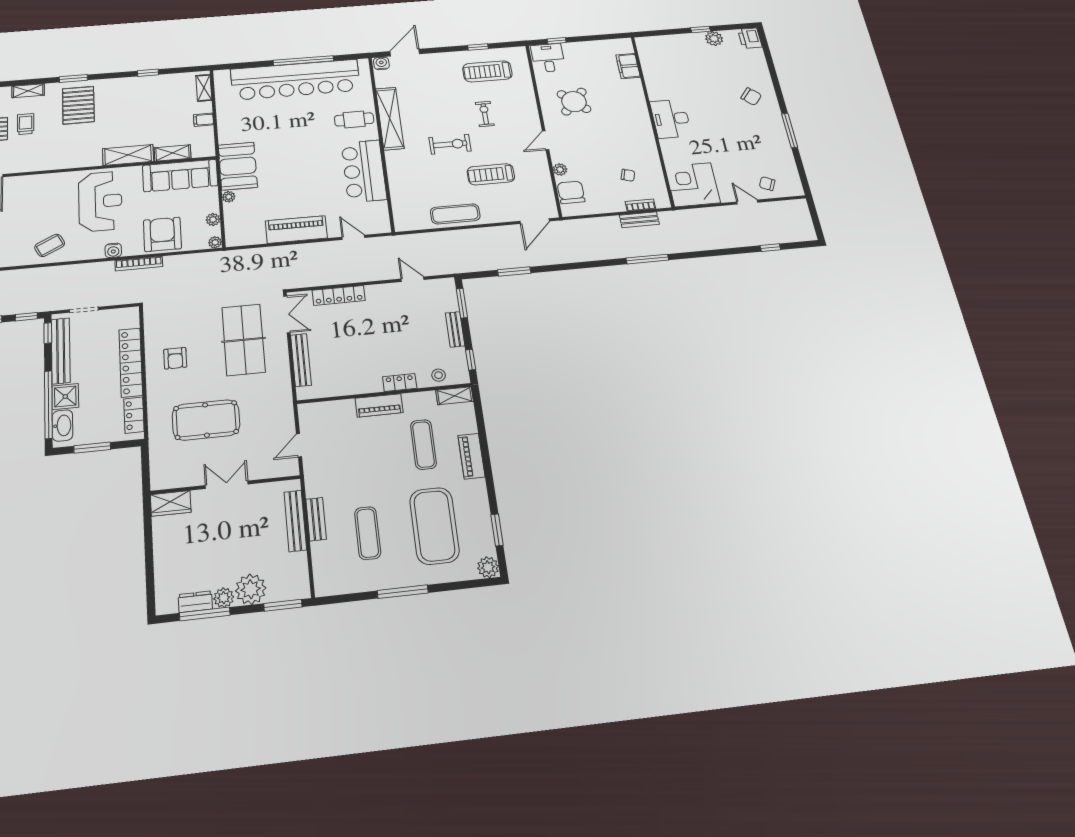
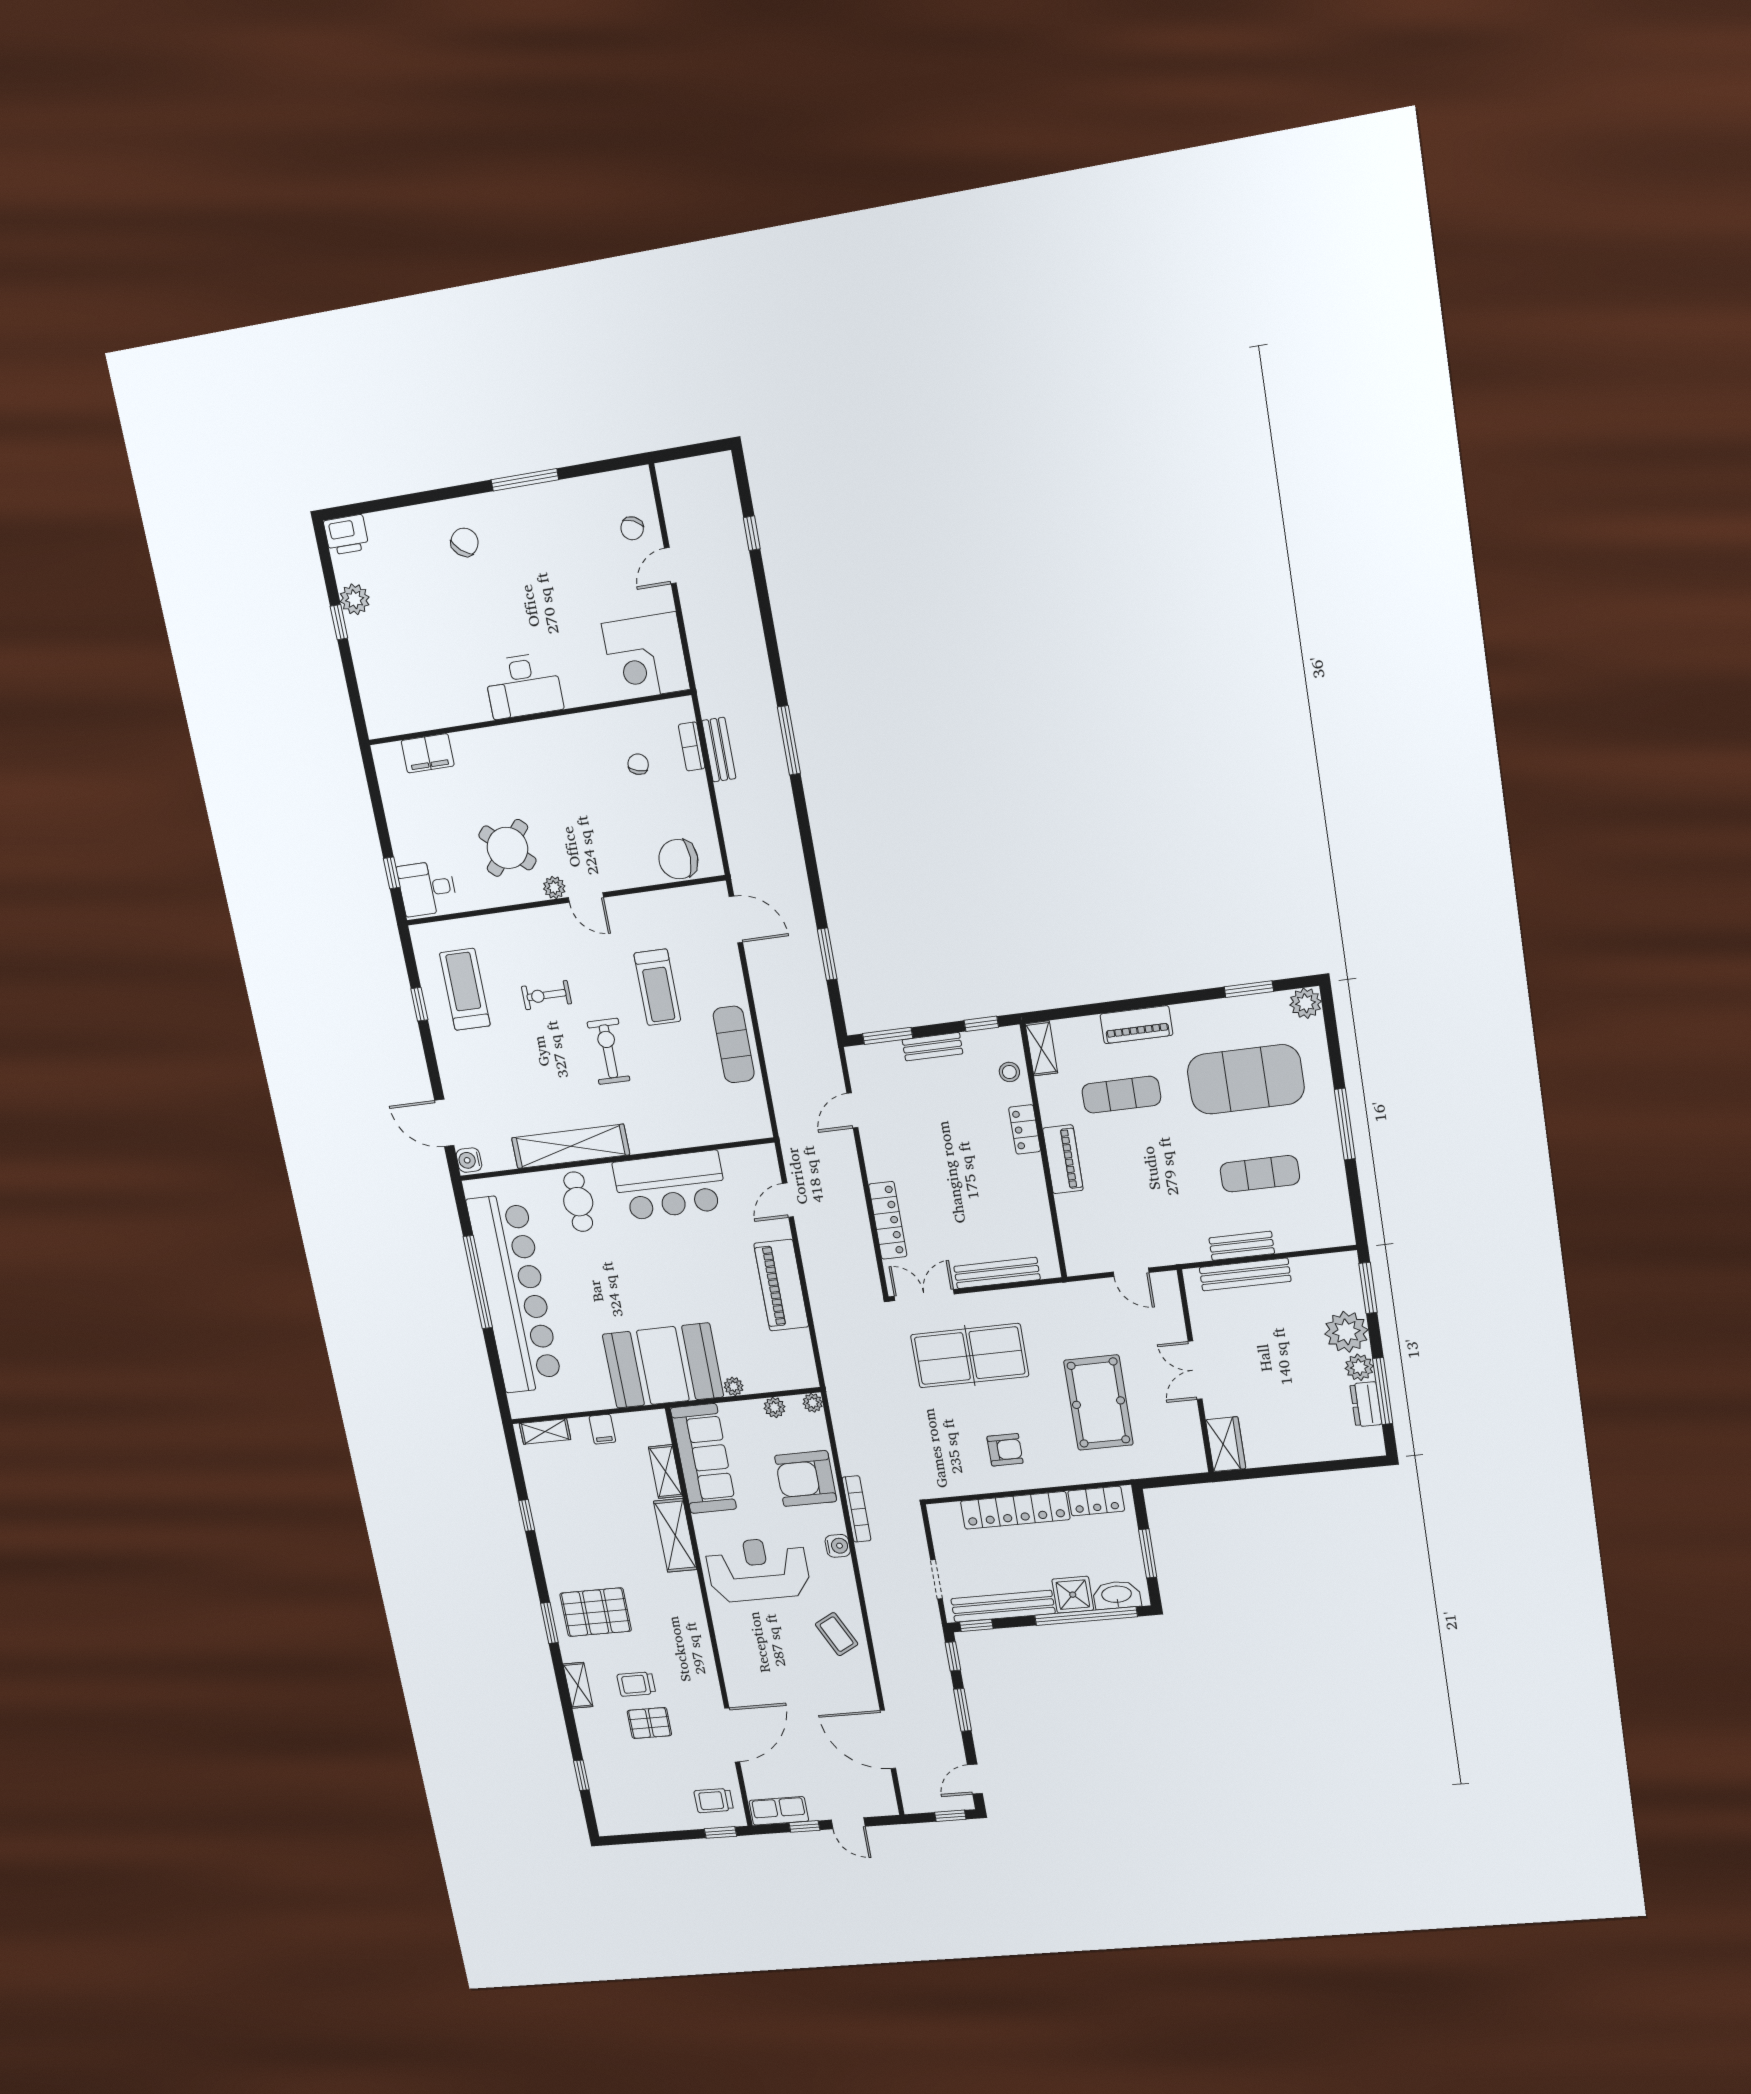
treadmill: (487, 71) -> (465, 989), turned 180
booth: (238, 166) -> (663, 1366), width x1.36, depth x1.42
plant: (560, 170) -> (554, 888), moved

